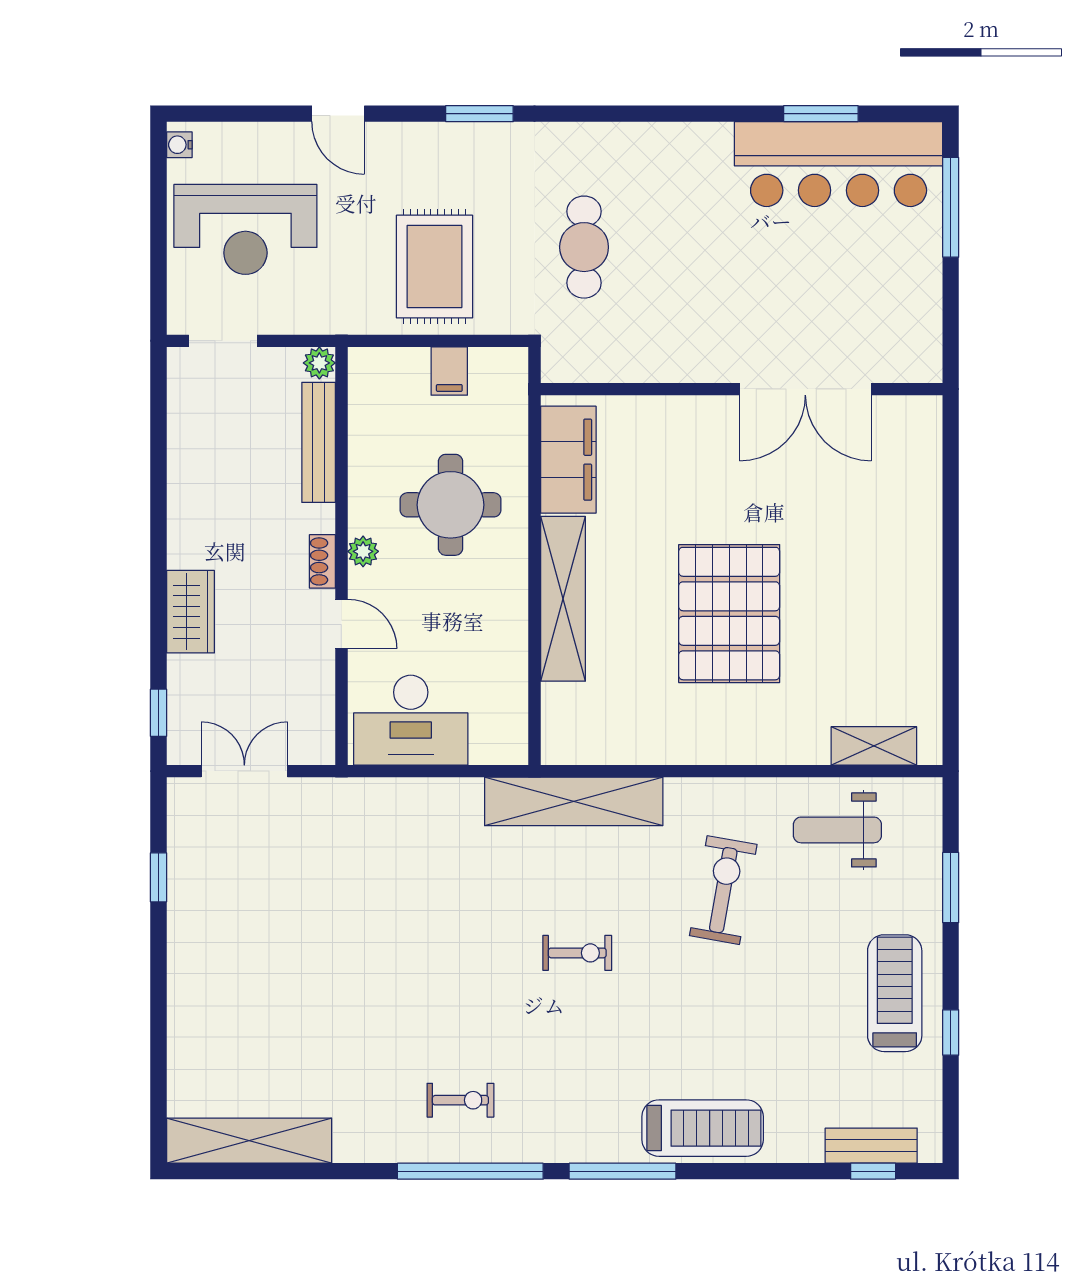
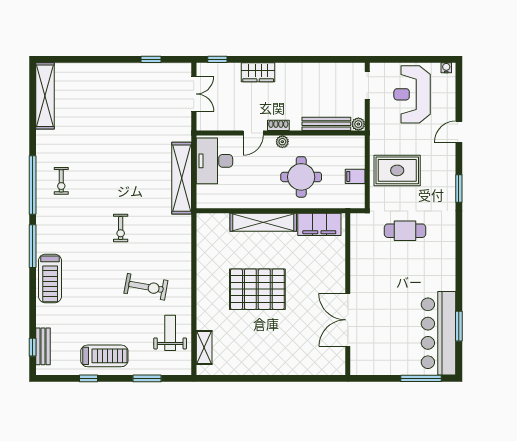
shelving: (574, 801) -> (182, 178), moved

